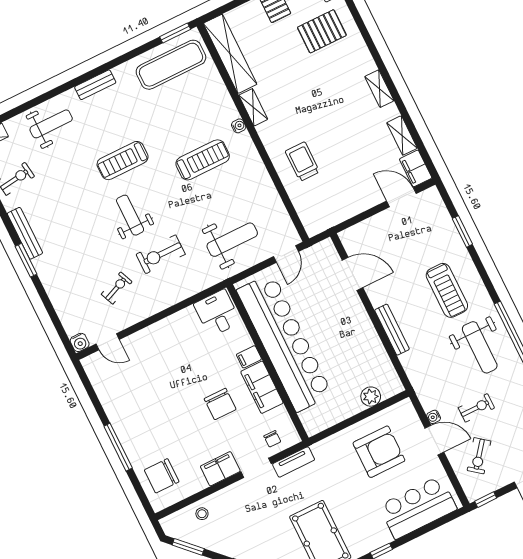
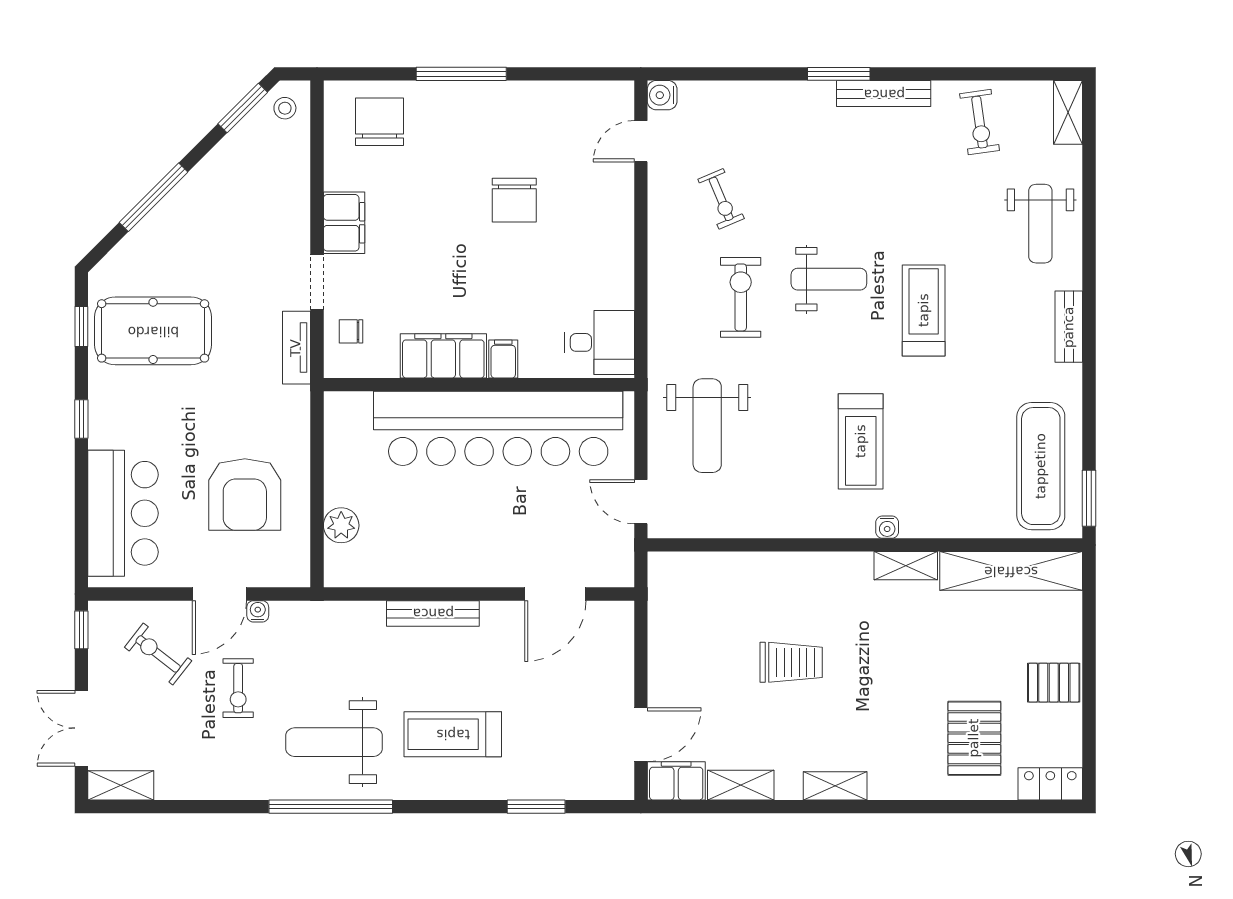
trolley: (302, 162) -> (791, 662), moved
chair: (220, 404) -> (514, 200), moved, turned -90
stool: (202, 514) -> (285, 108), moved

